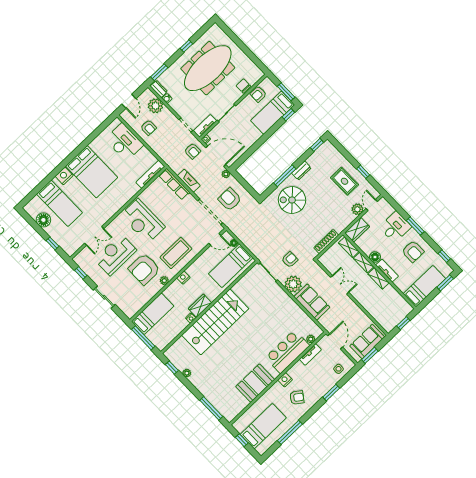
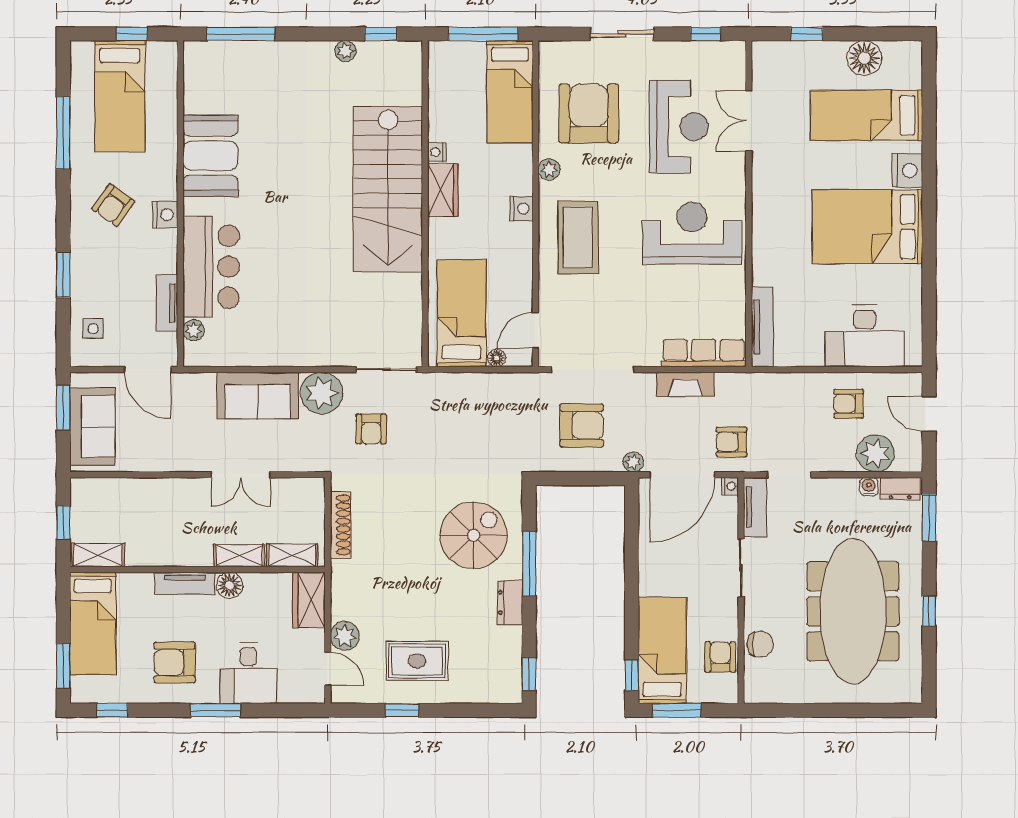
armchair: (144, 269) -> (589, 113), moved
shelving: (378, 278) -> (98, 555), moved

